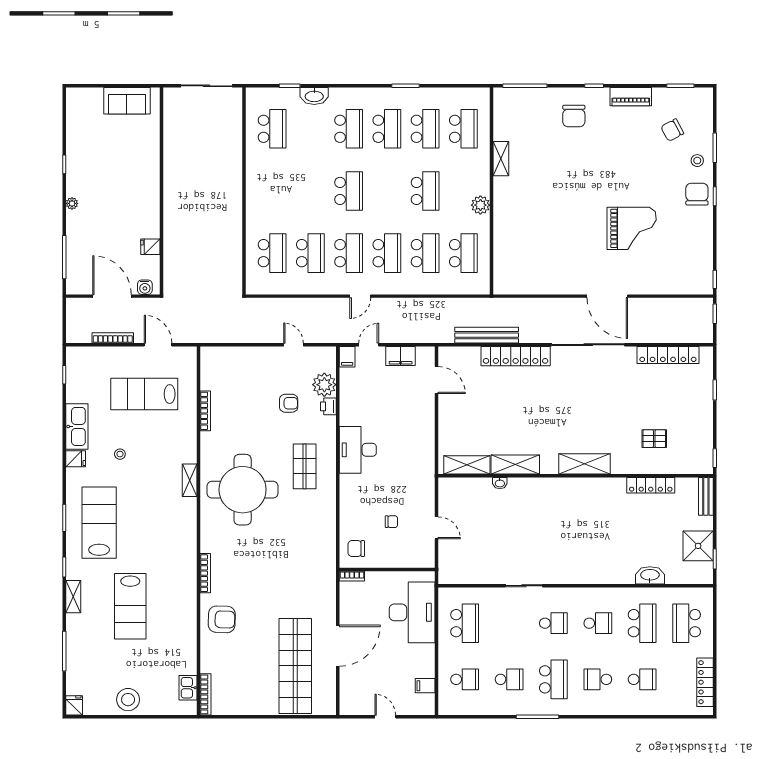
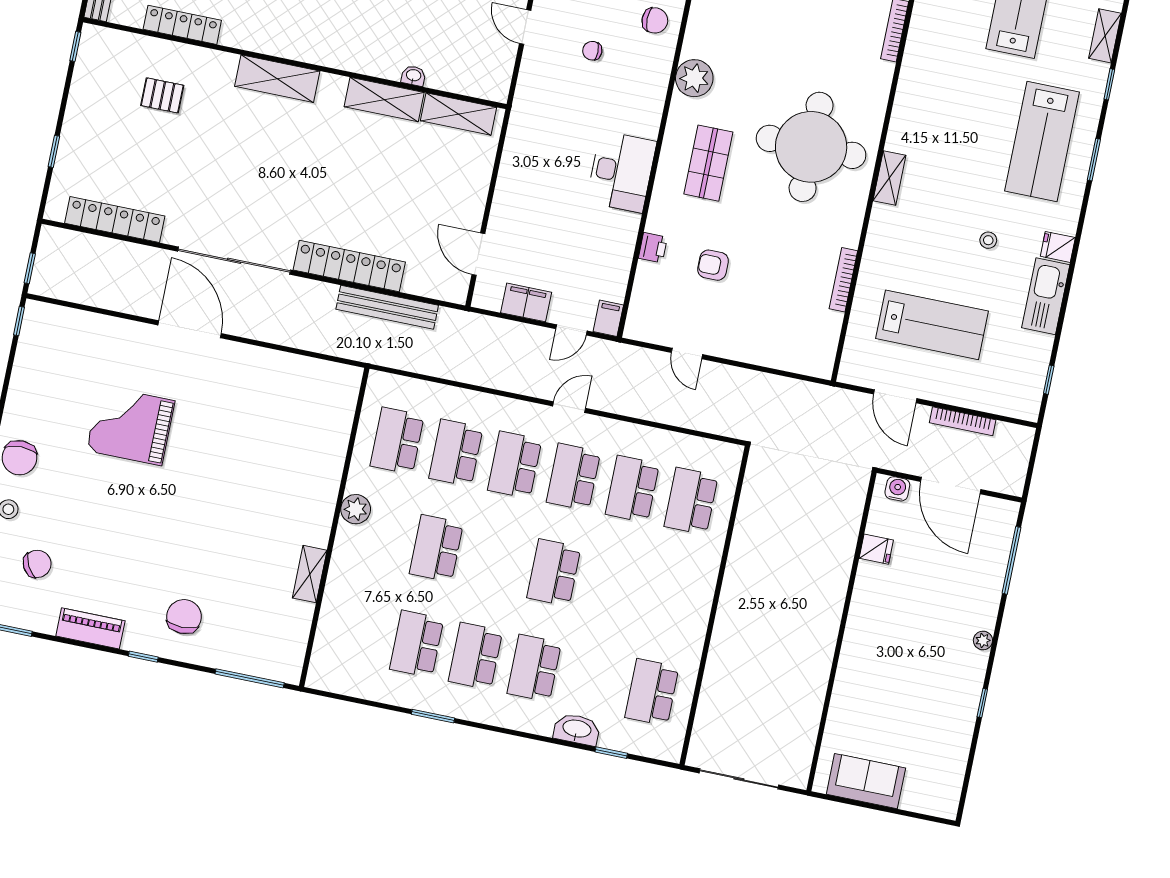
school desk: (463, 129) -> (358, 632), removed
plant: (324, 385) -> (694, 78), moved

